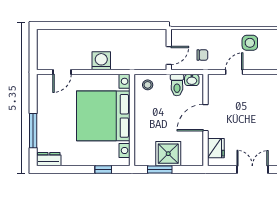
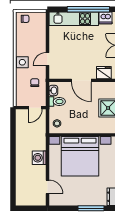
side table: (250, 43) -> (22, 62), moved
door: (169, 56) -> (35, 108), swing flipped
door: (234, 72) -> (48, 59), hinge flipped

